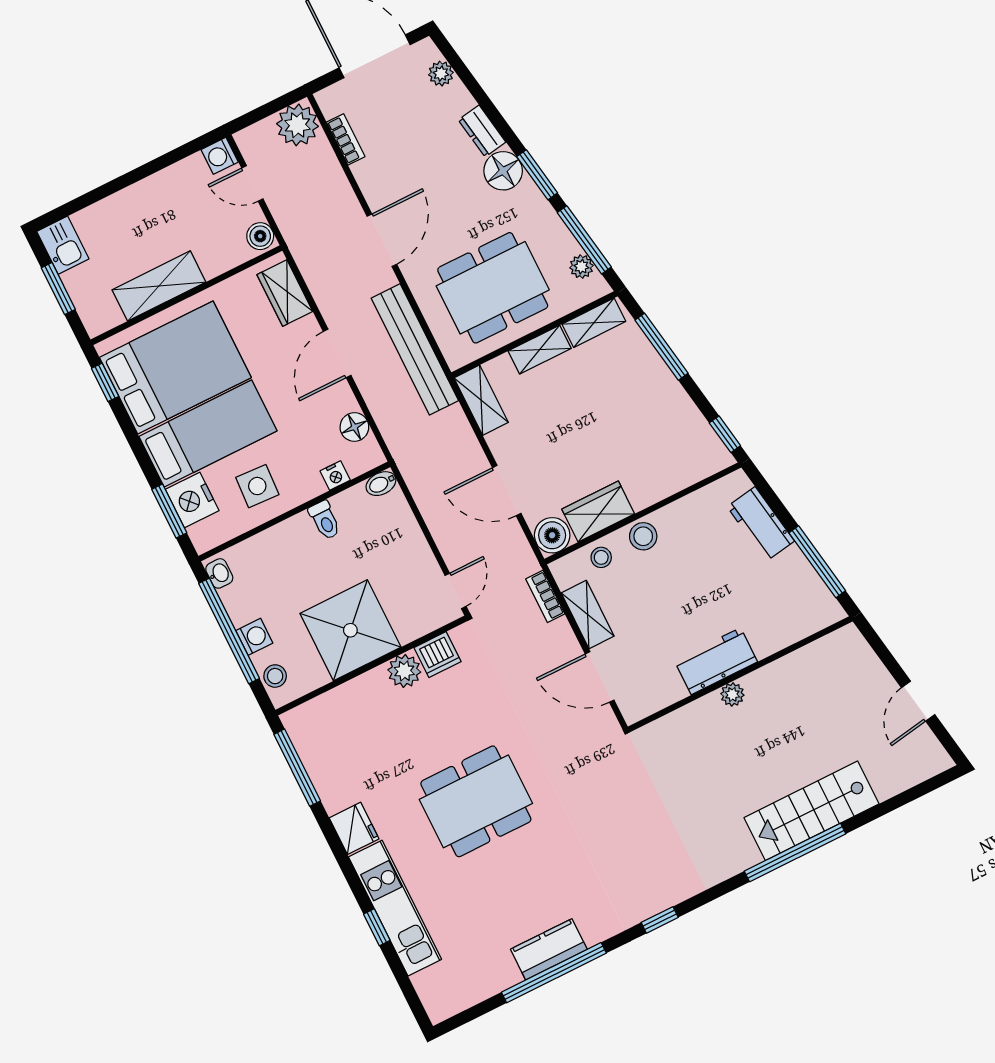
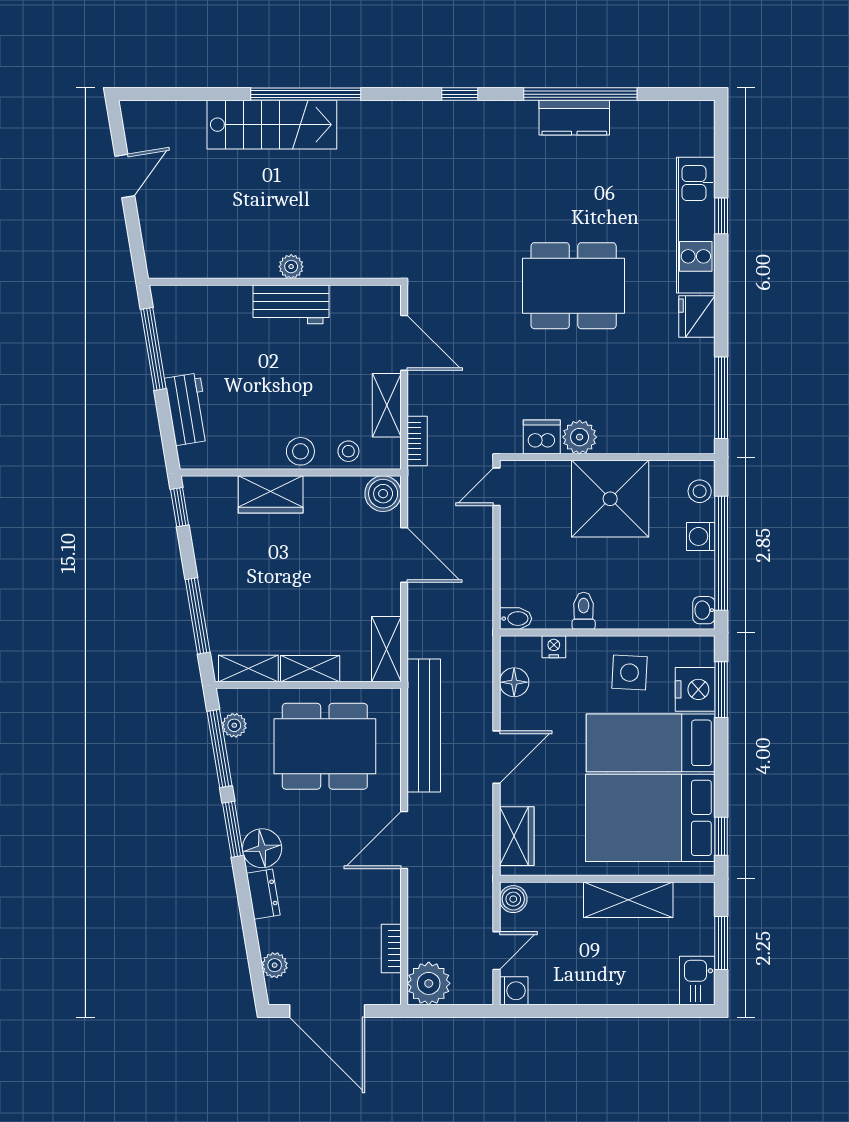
door: (252, 183) -> (496, 951), hinge flipped
wardrobe: (598, 512) -> (271, 494), moved

